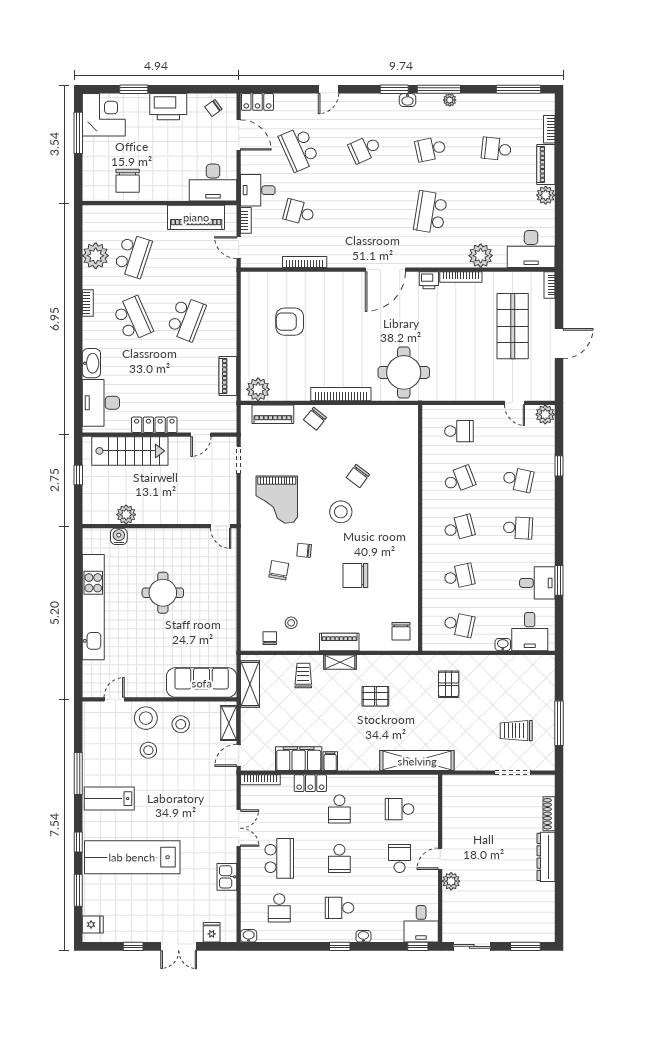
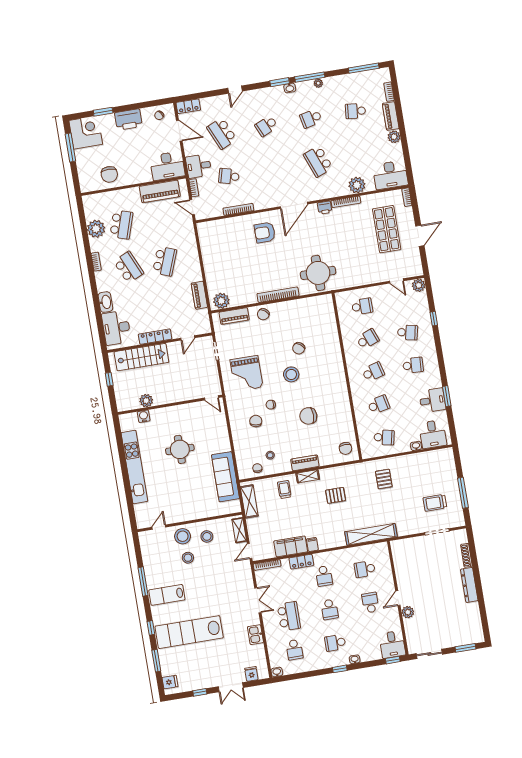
school desk: (431, 212) -> (318, 161), turned -30
armchair: (290, 322) -> (265, 233), moved
sofa: (202, 683) -> (225, 477), moved, turned -90

